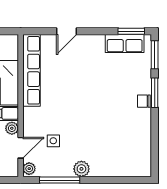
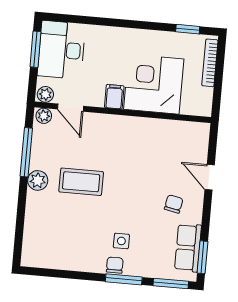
chair: (91, 58) -> (174, 204), added
row of seats: (32, 70) -> (165, 130), removed
plant: (12, 128) -> (45, 94), moved
coffee table: (79, 134) -> (81, 182), added
side table: (53, 141) -> (121, 241), moved

